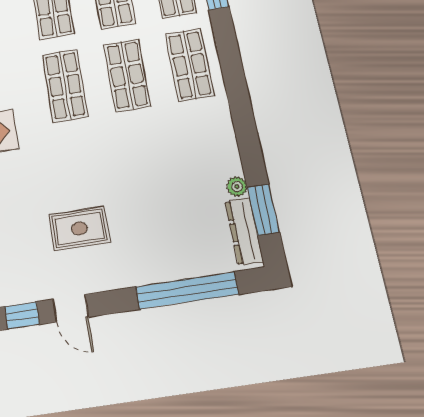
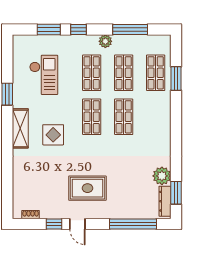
shop shelf: (190, 65) -> (156, 117), removed
plant: (237, 187) -> (162, 176), width x1.88, depth x1.88
rug: (79, 228) -> (87, 188), width x1.36, depth x1.43

